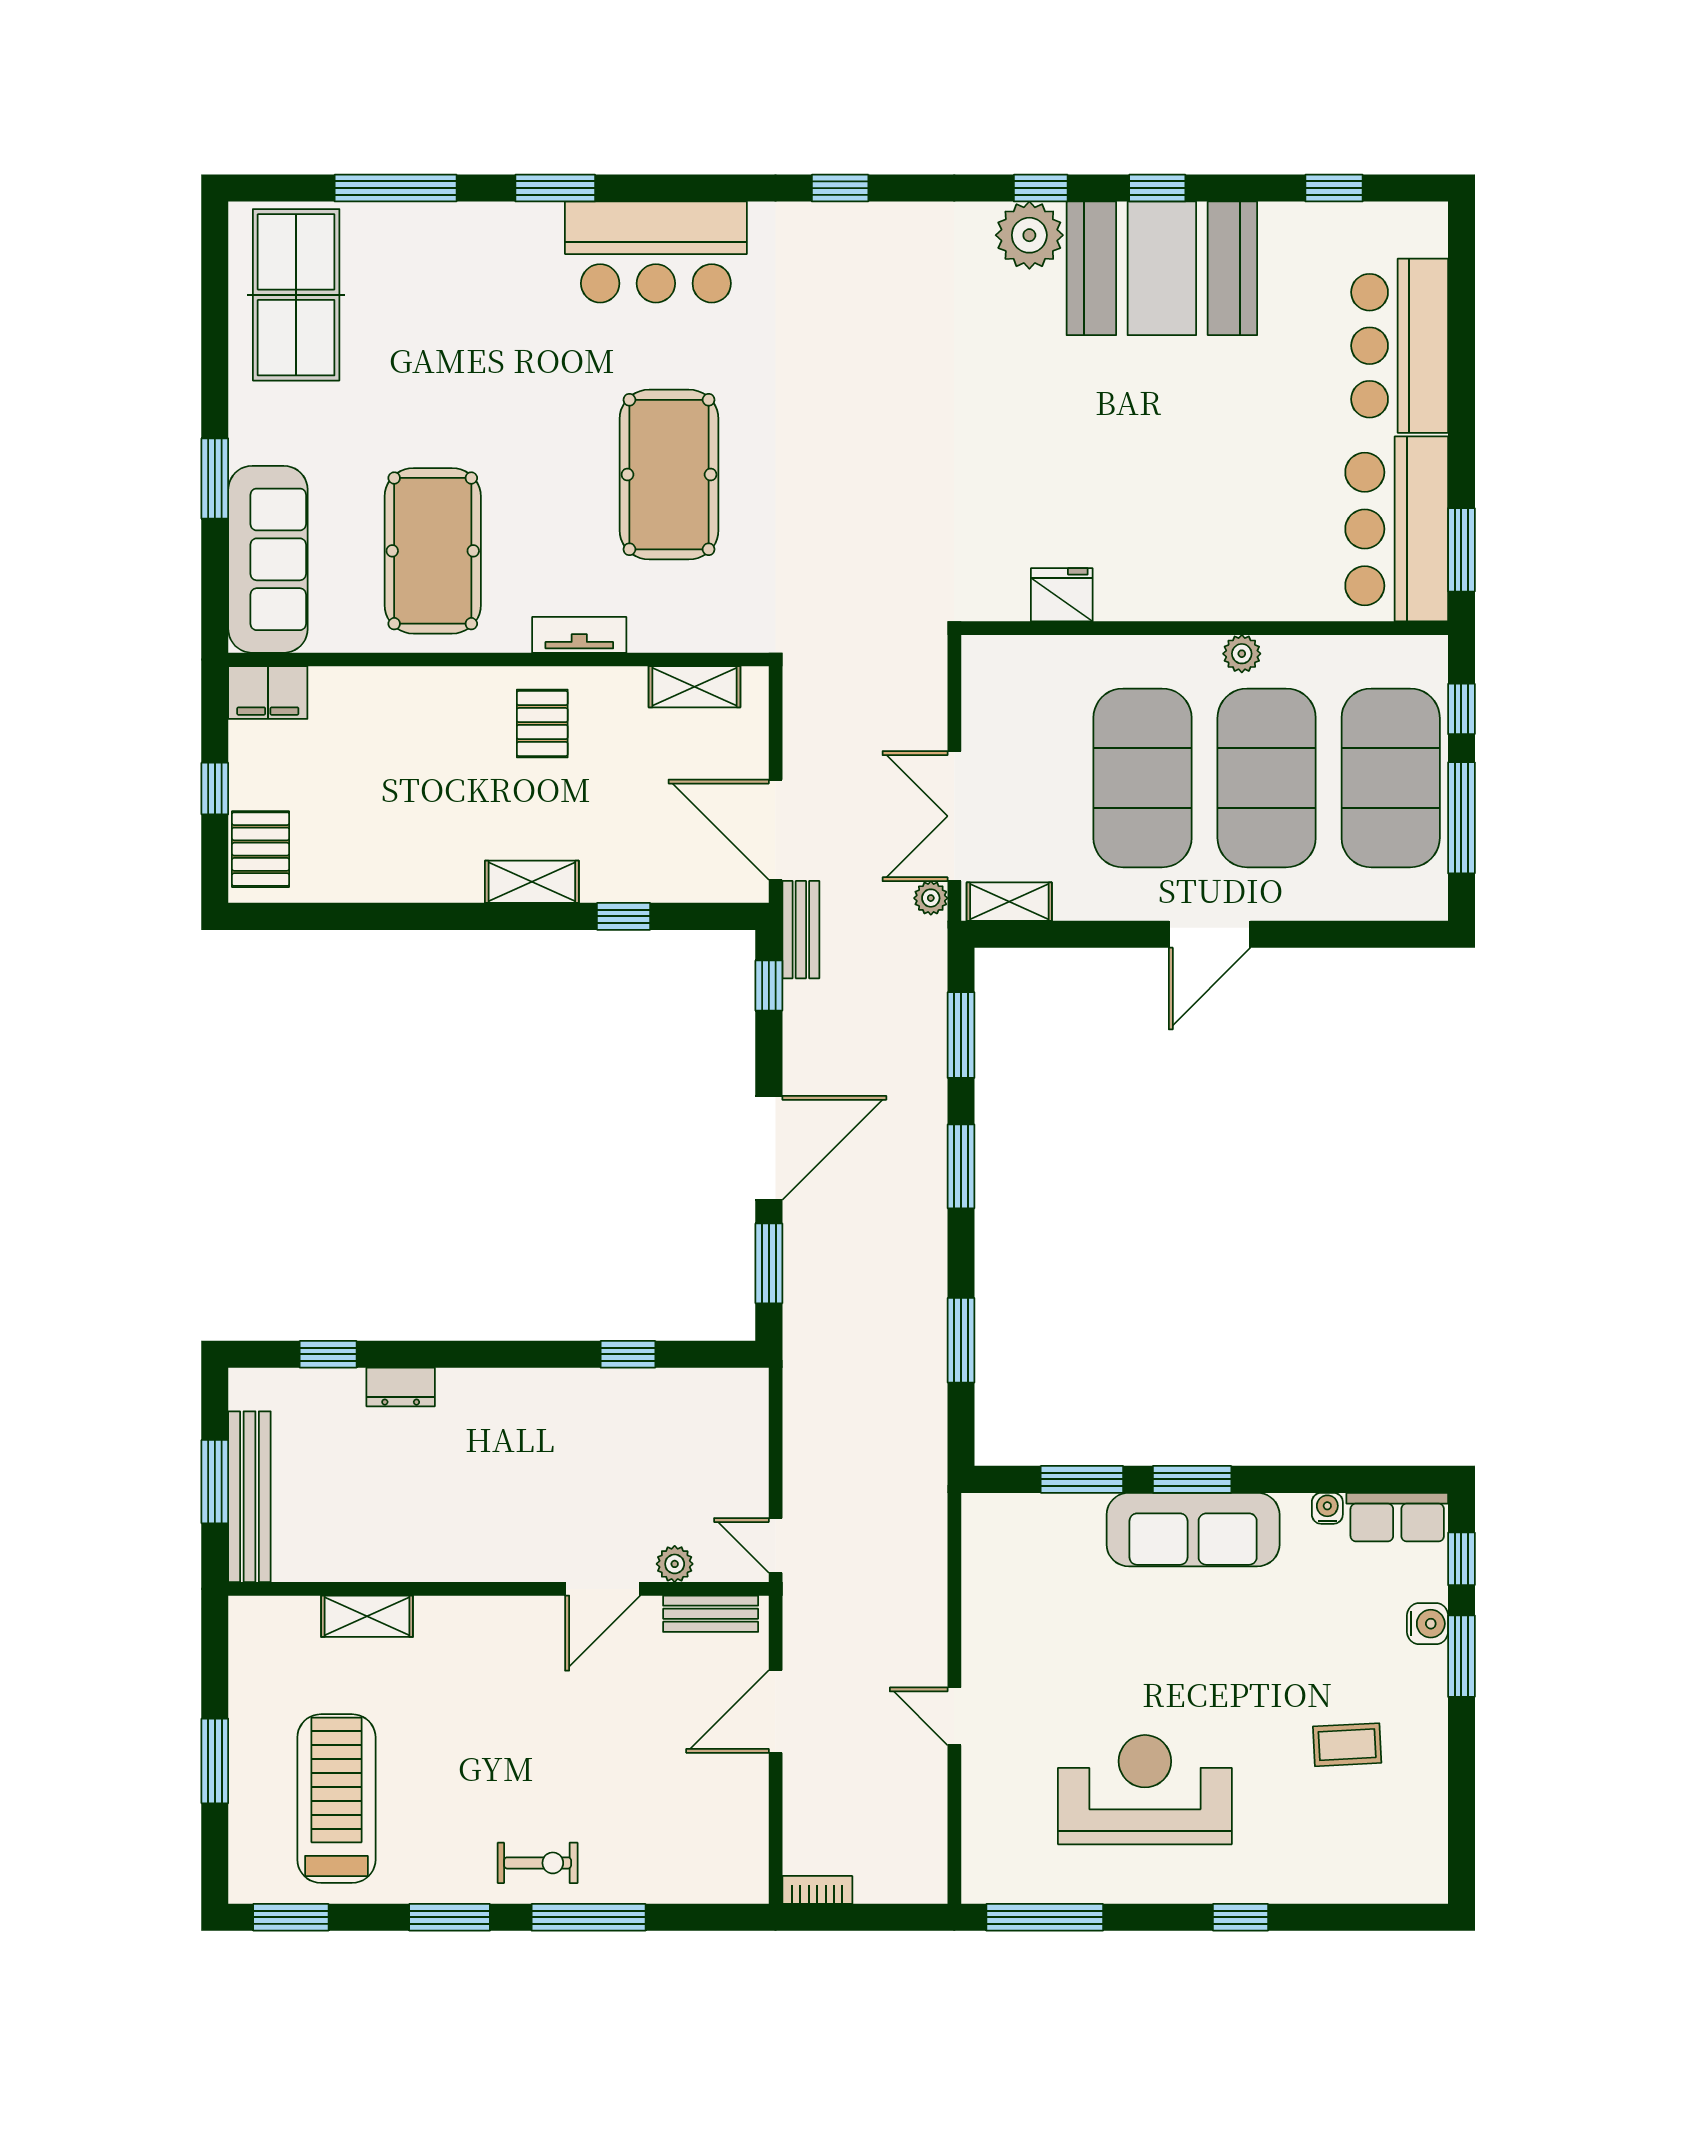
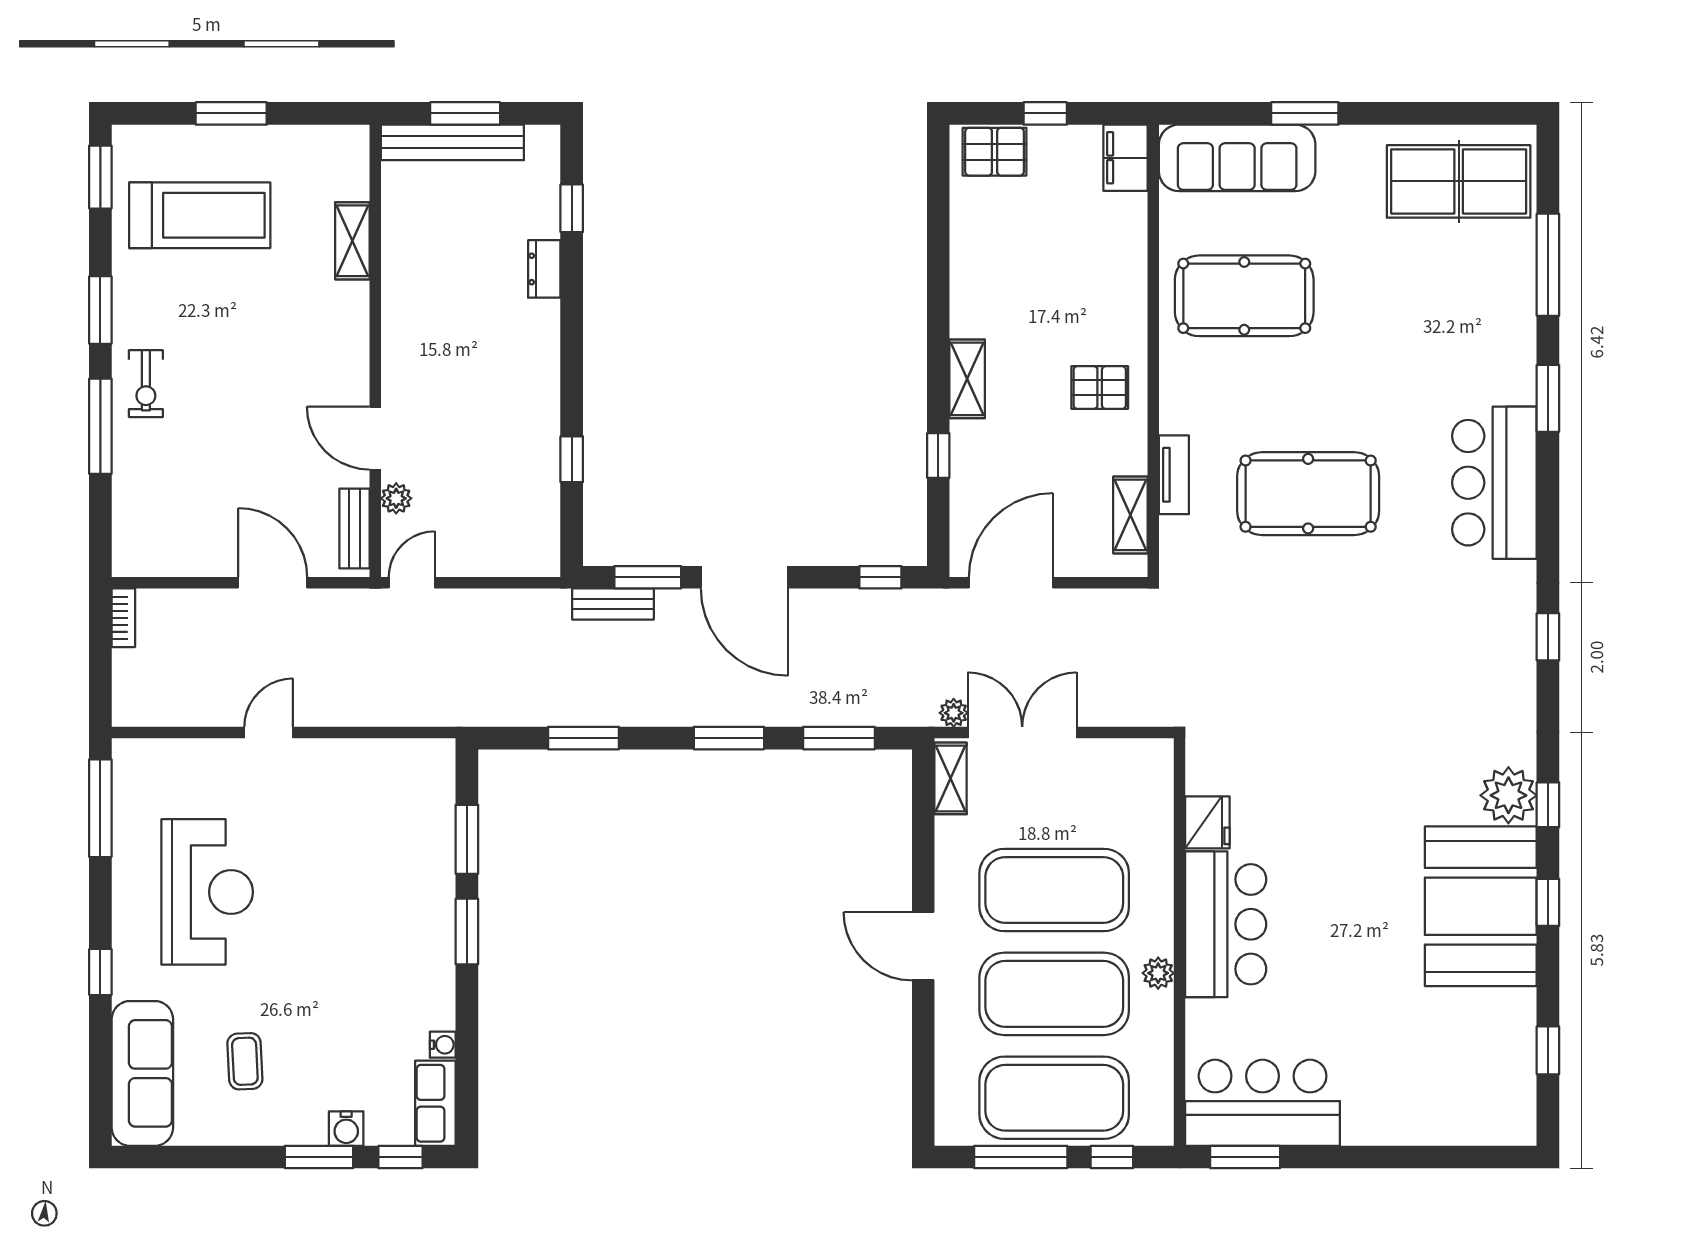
bar counter: (1400, 346) -> (1226, 924), moved, turned 90
tv unit: (579, 635) -> (1174, 475), moved
bench: (801, 930) -> (613, 604), moved
sofa: (1193, 1530) -> (142, 1073), moved, turned 180

